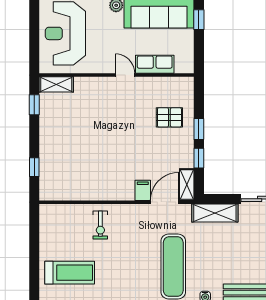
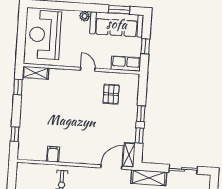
window: (199, 20) -> (145, 46), moved
row of seats: (155, 64) -> (126, 64), moved
pallet: (169, 117) -> (111, 94), moved, turned 90
filing cabinet: (143, 190) -> (53, 154), moved

